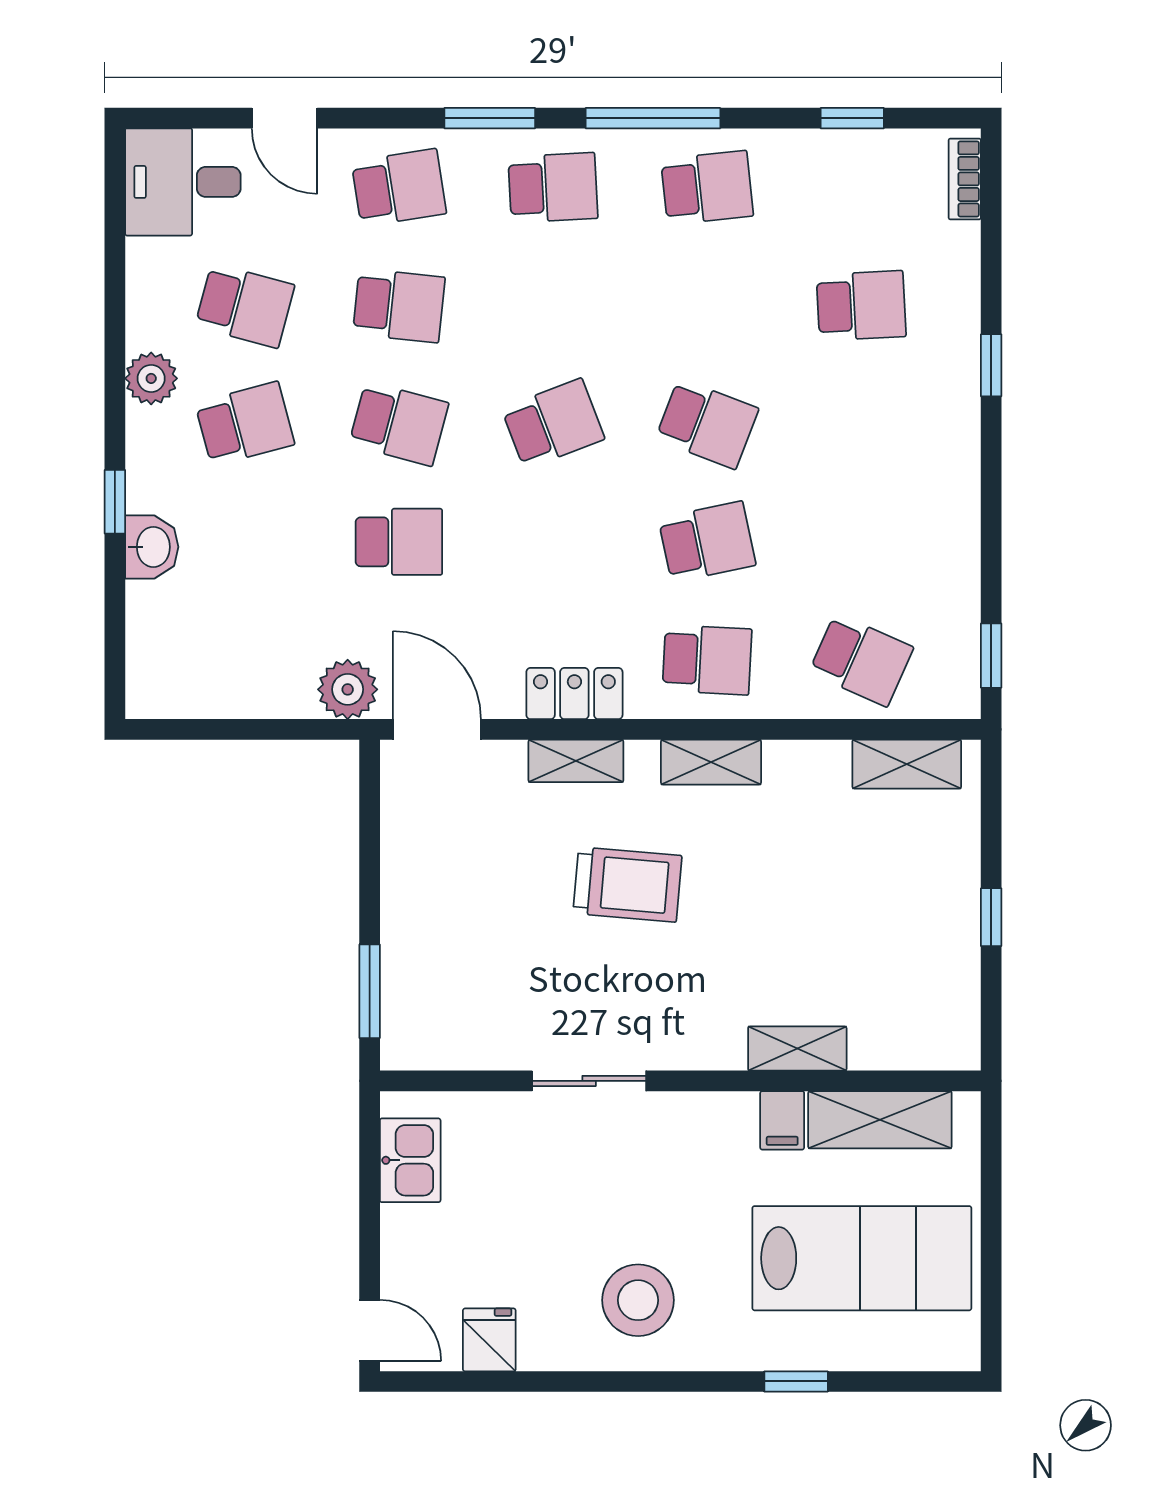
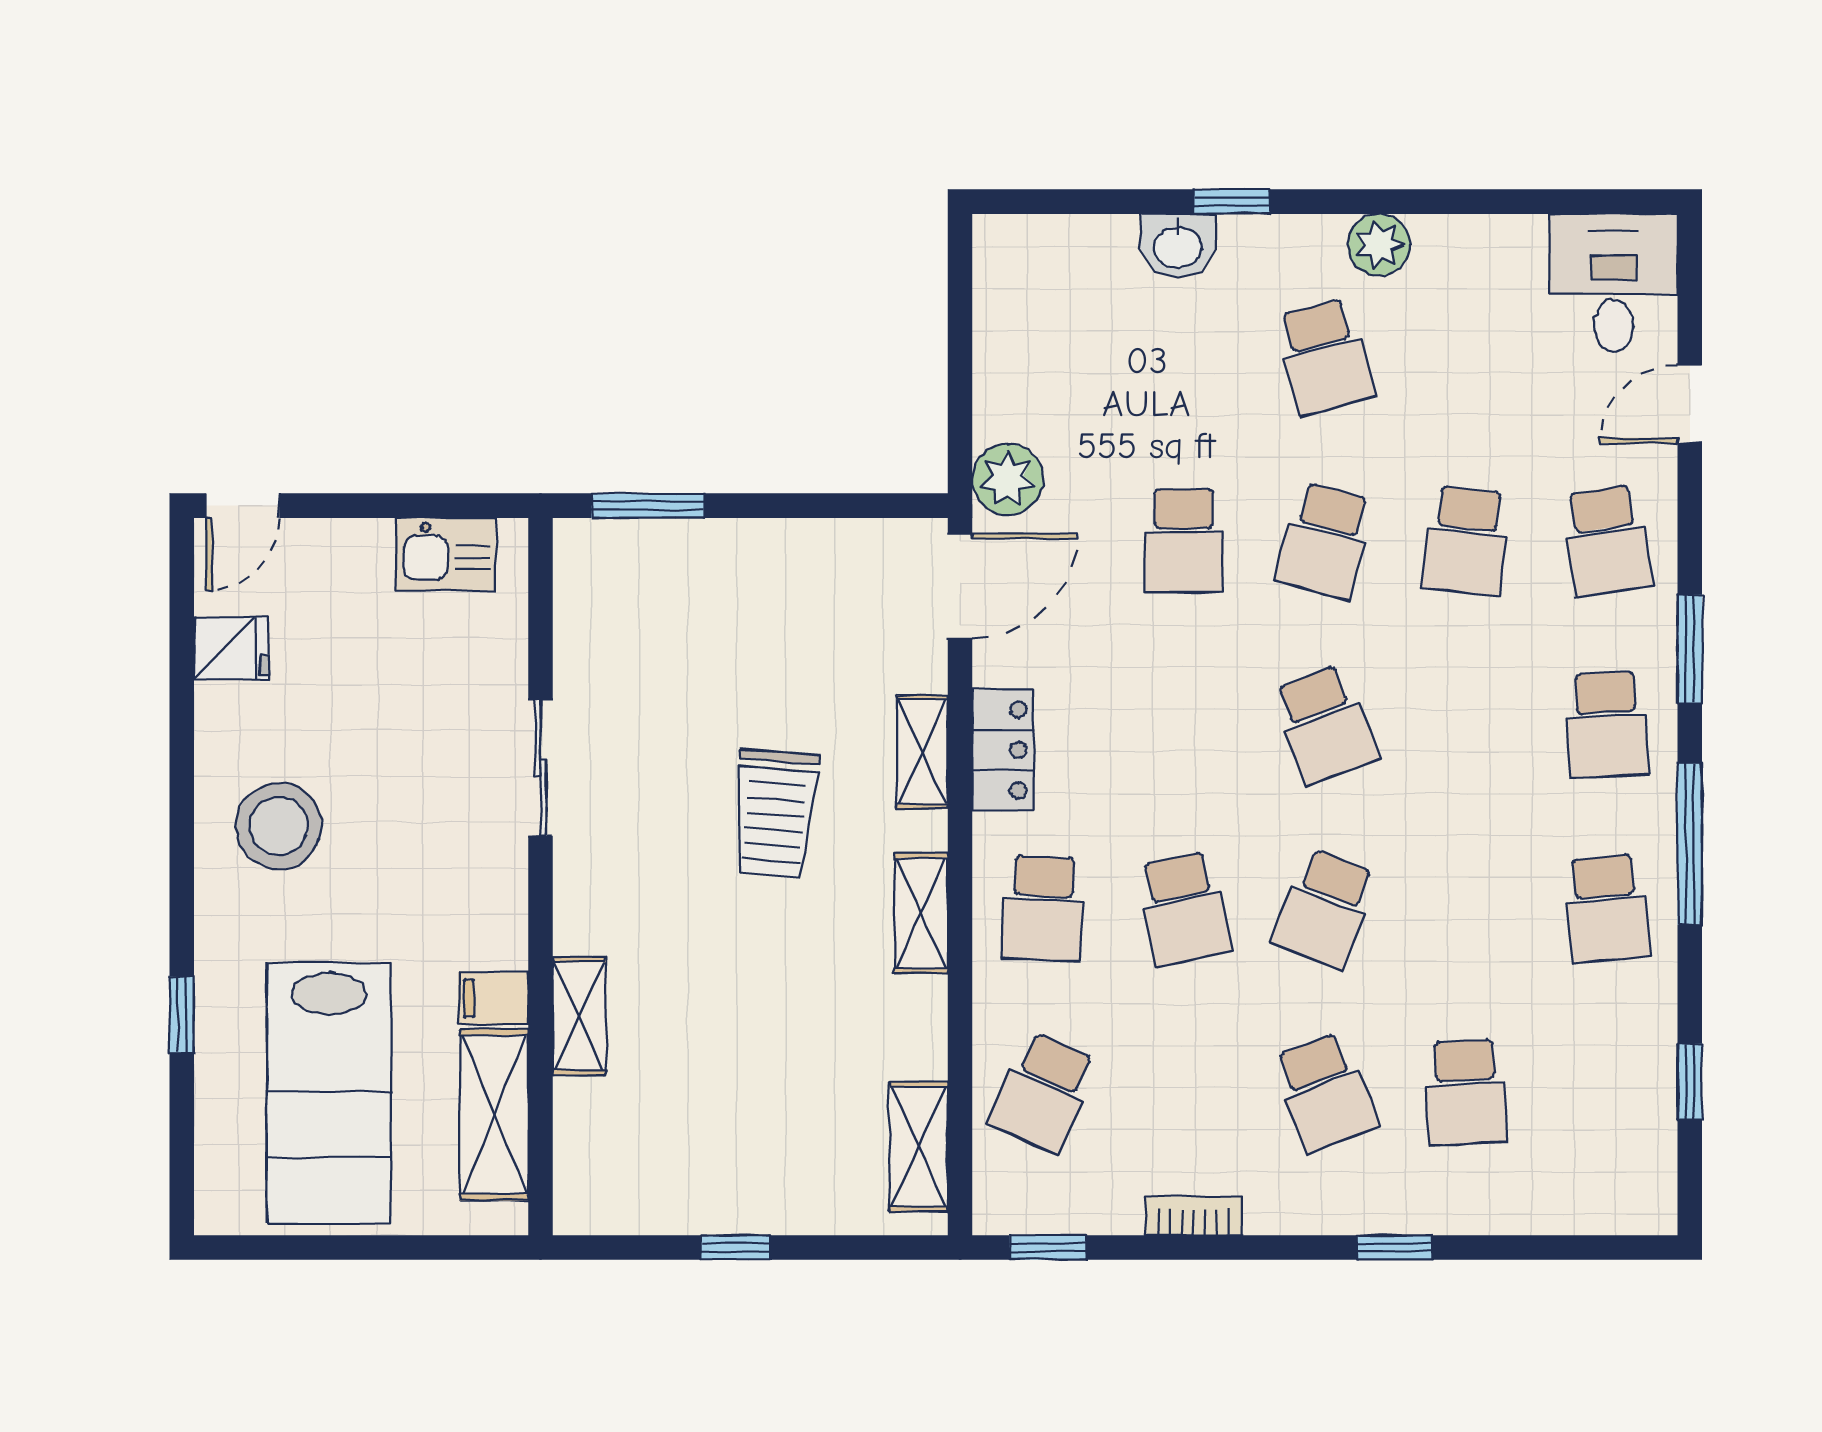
bookcase: (965, 179) -> (1194, 1216), moved
school desk: (245, 306) -> (1325, 1092), moved, turned -36

